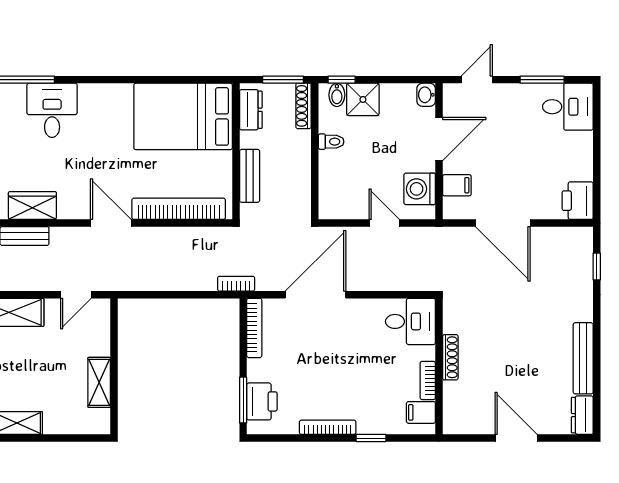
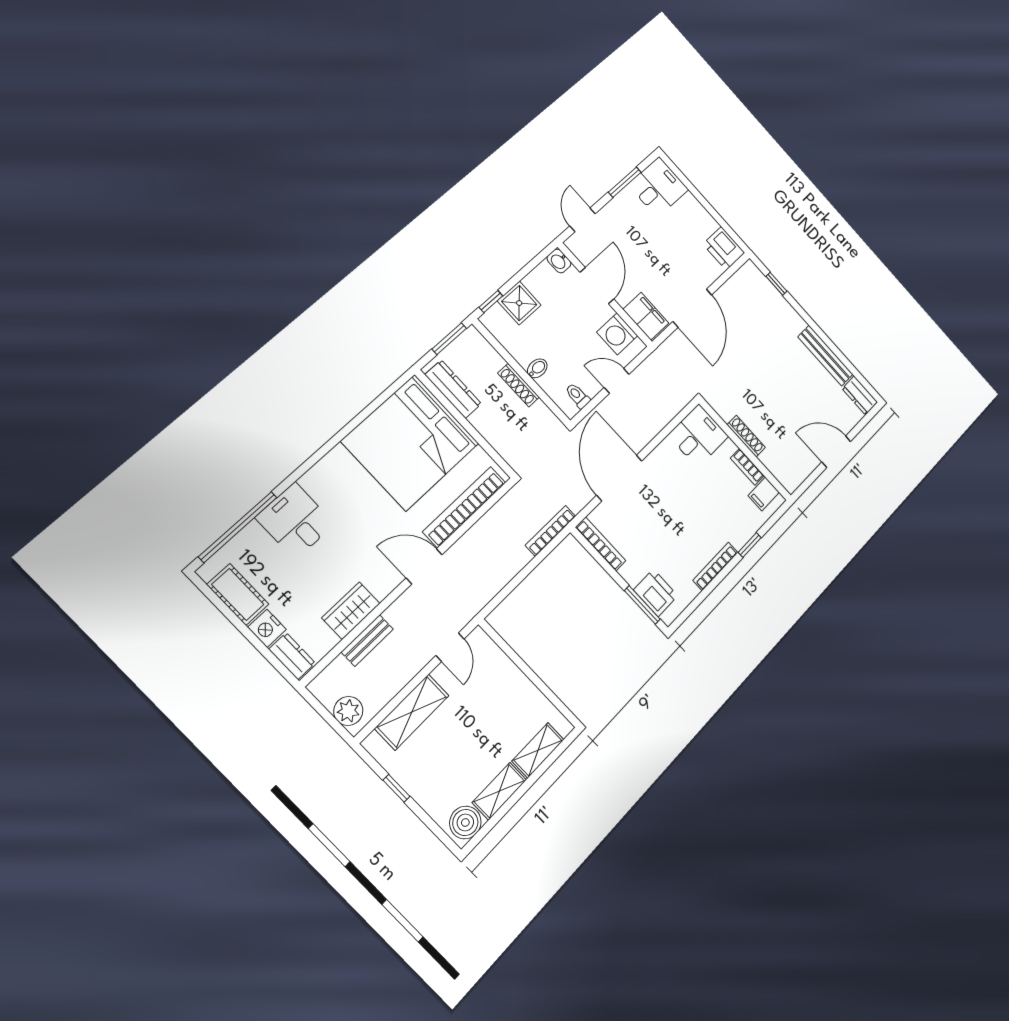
bidet: (337, 95) -> (537, 368), moved, turned -90
shoe rack: (303, 106) -> (519, 385), moved
dresser: (251, 110) -> (453, 389), width x1.44
bed: (183, 116) -> (410, 442), width x1.36
toilet: (331, 142) -> (578, 396), moved, turned -90
bench: (250, 176) -> (492, 433), removed
filing cabinet: (457, 185) -> (646, 316), width x2.00
door: (503, 223) -> (692, 308), hinge flipped
bookcase: (236, 284) -> (551, 531), width x1.56
shelving: (99, 382) -> (538, 750), moved, turned 90

